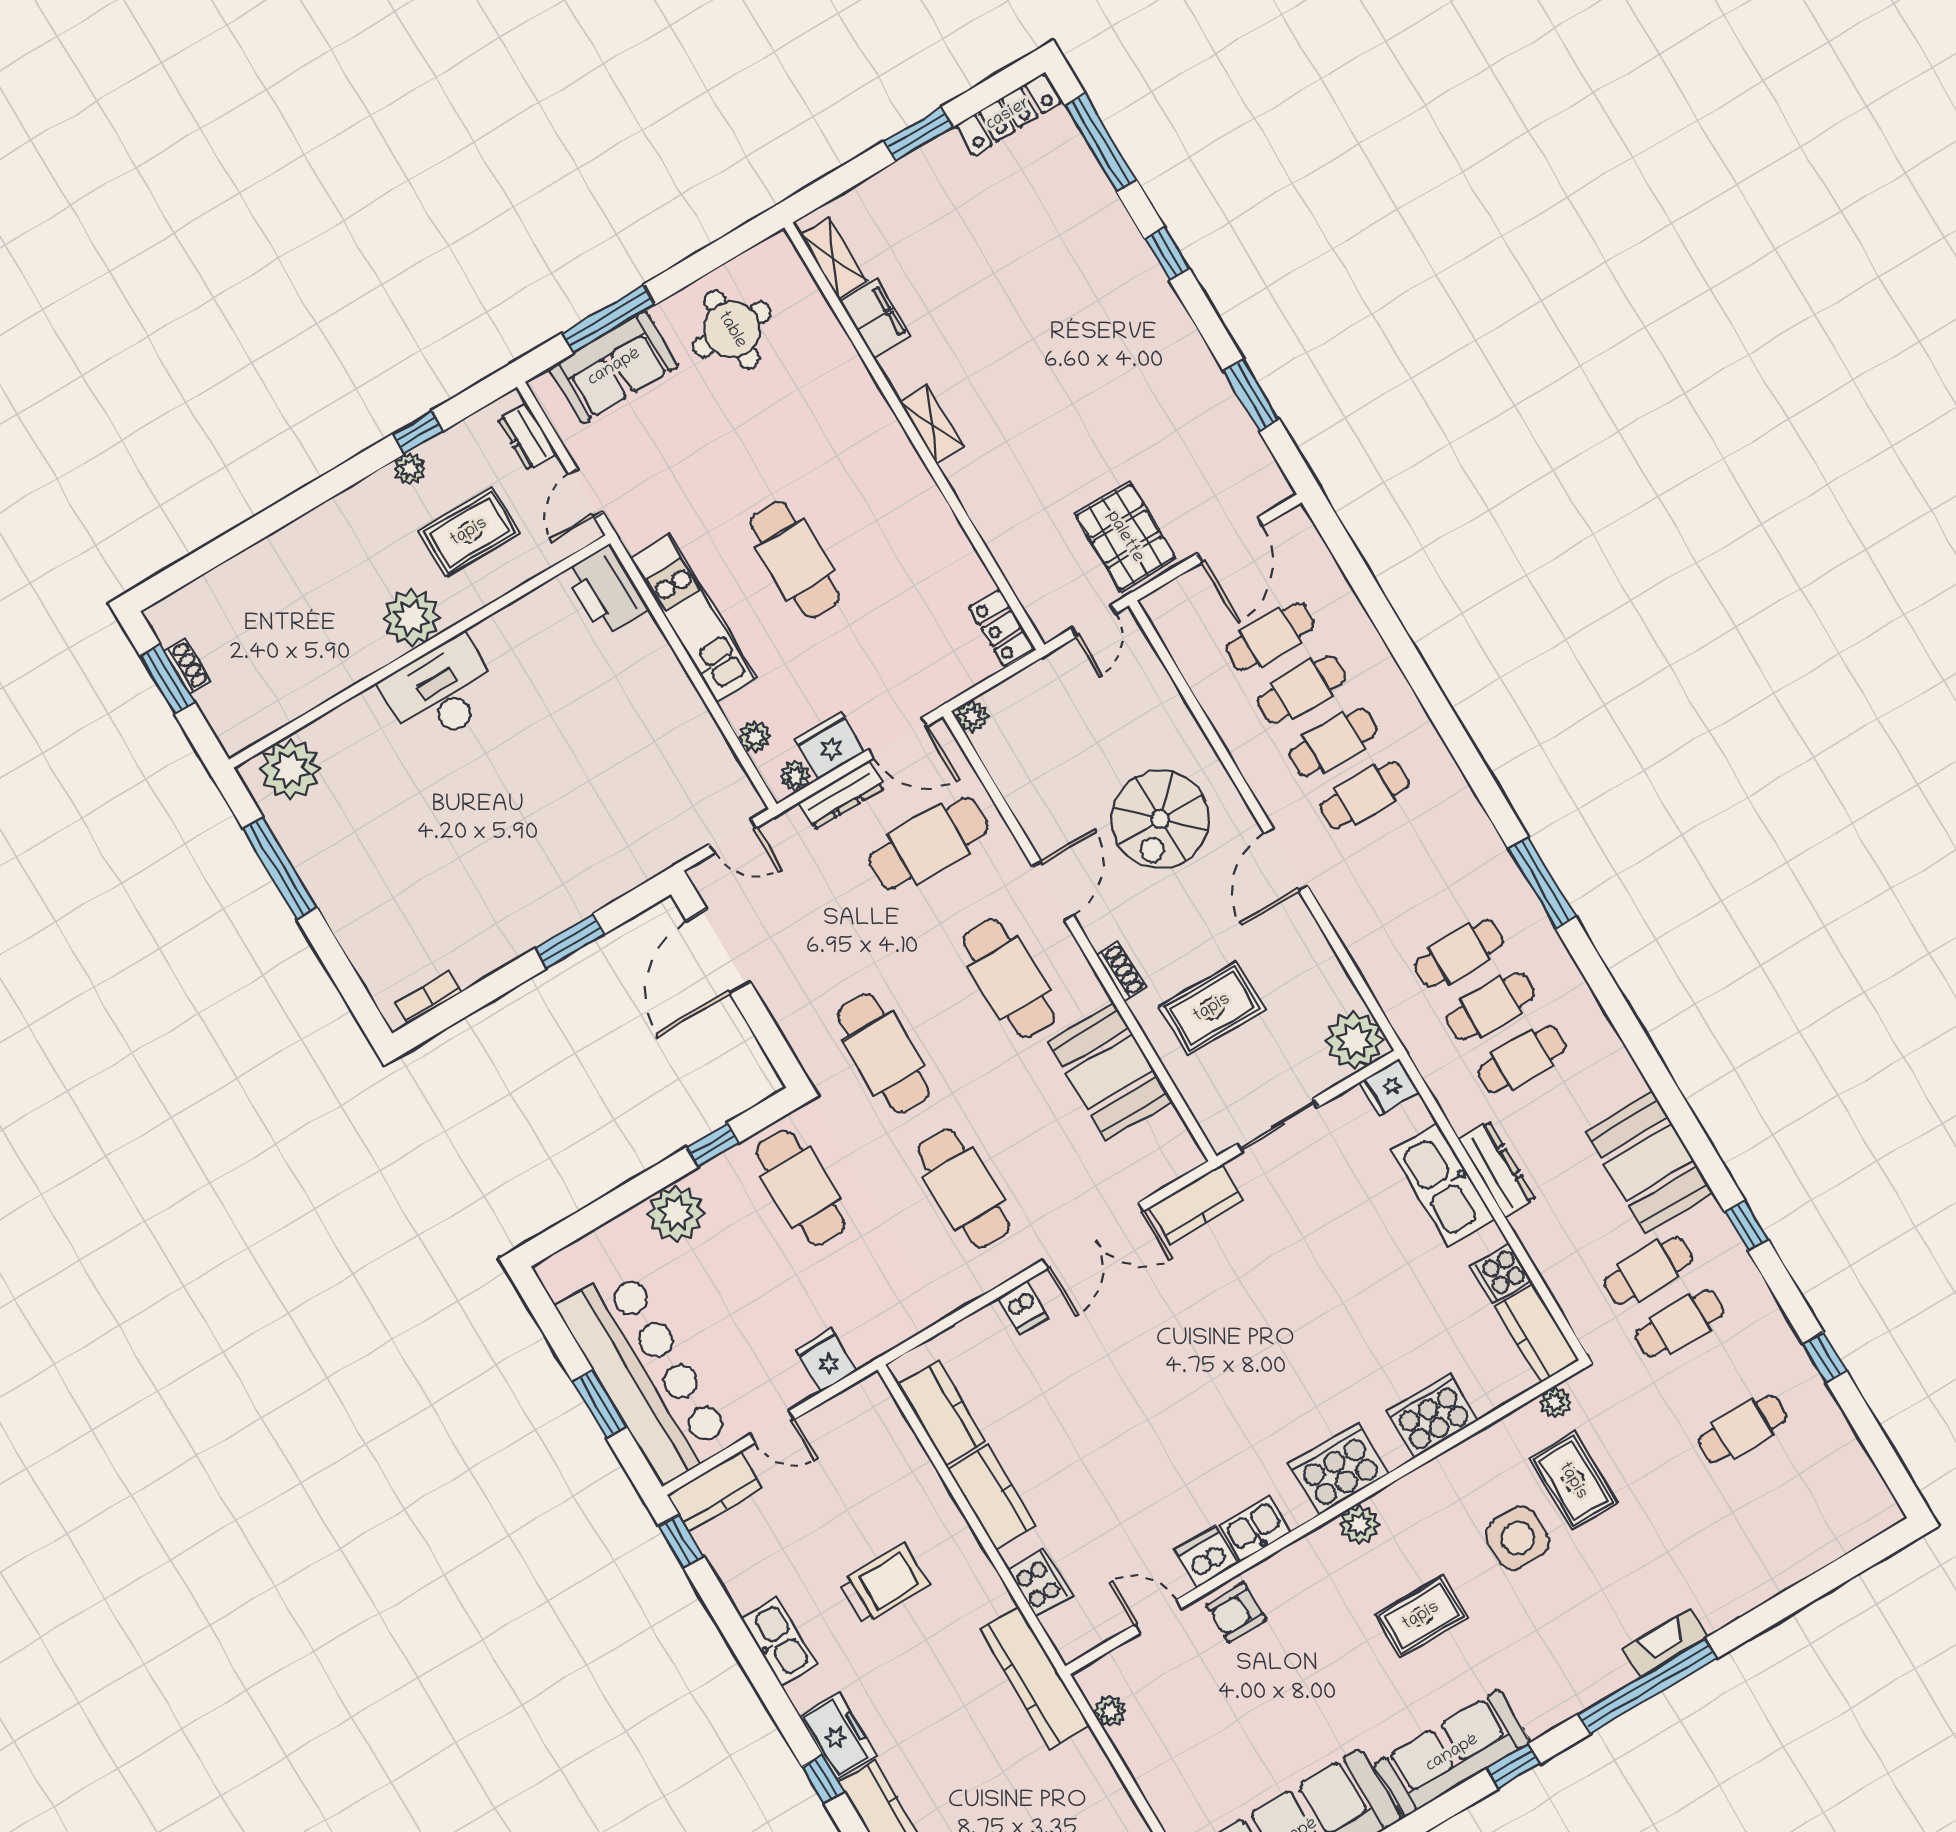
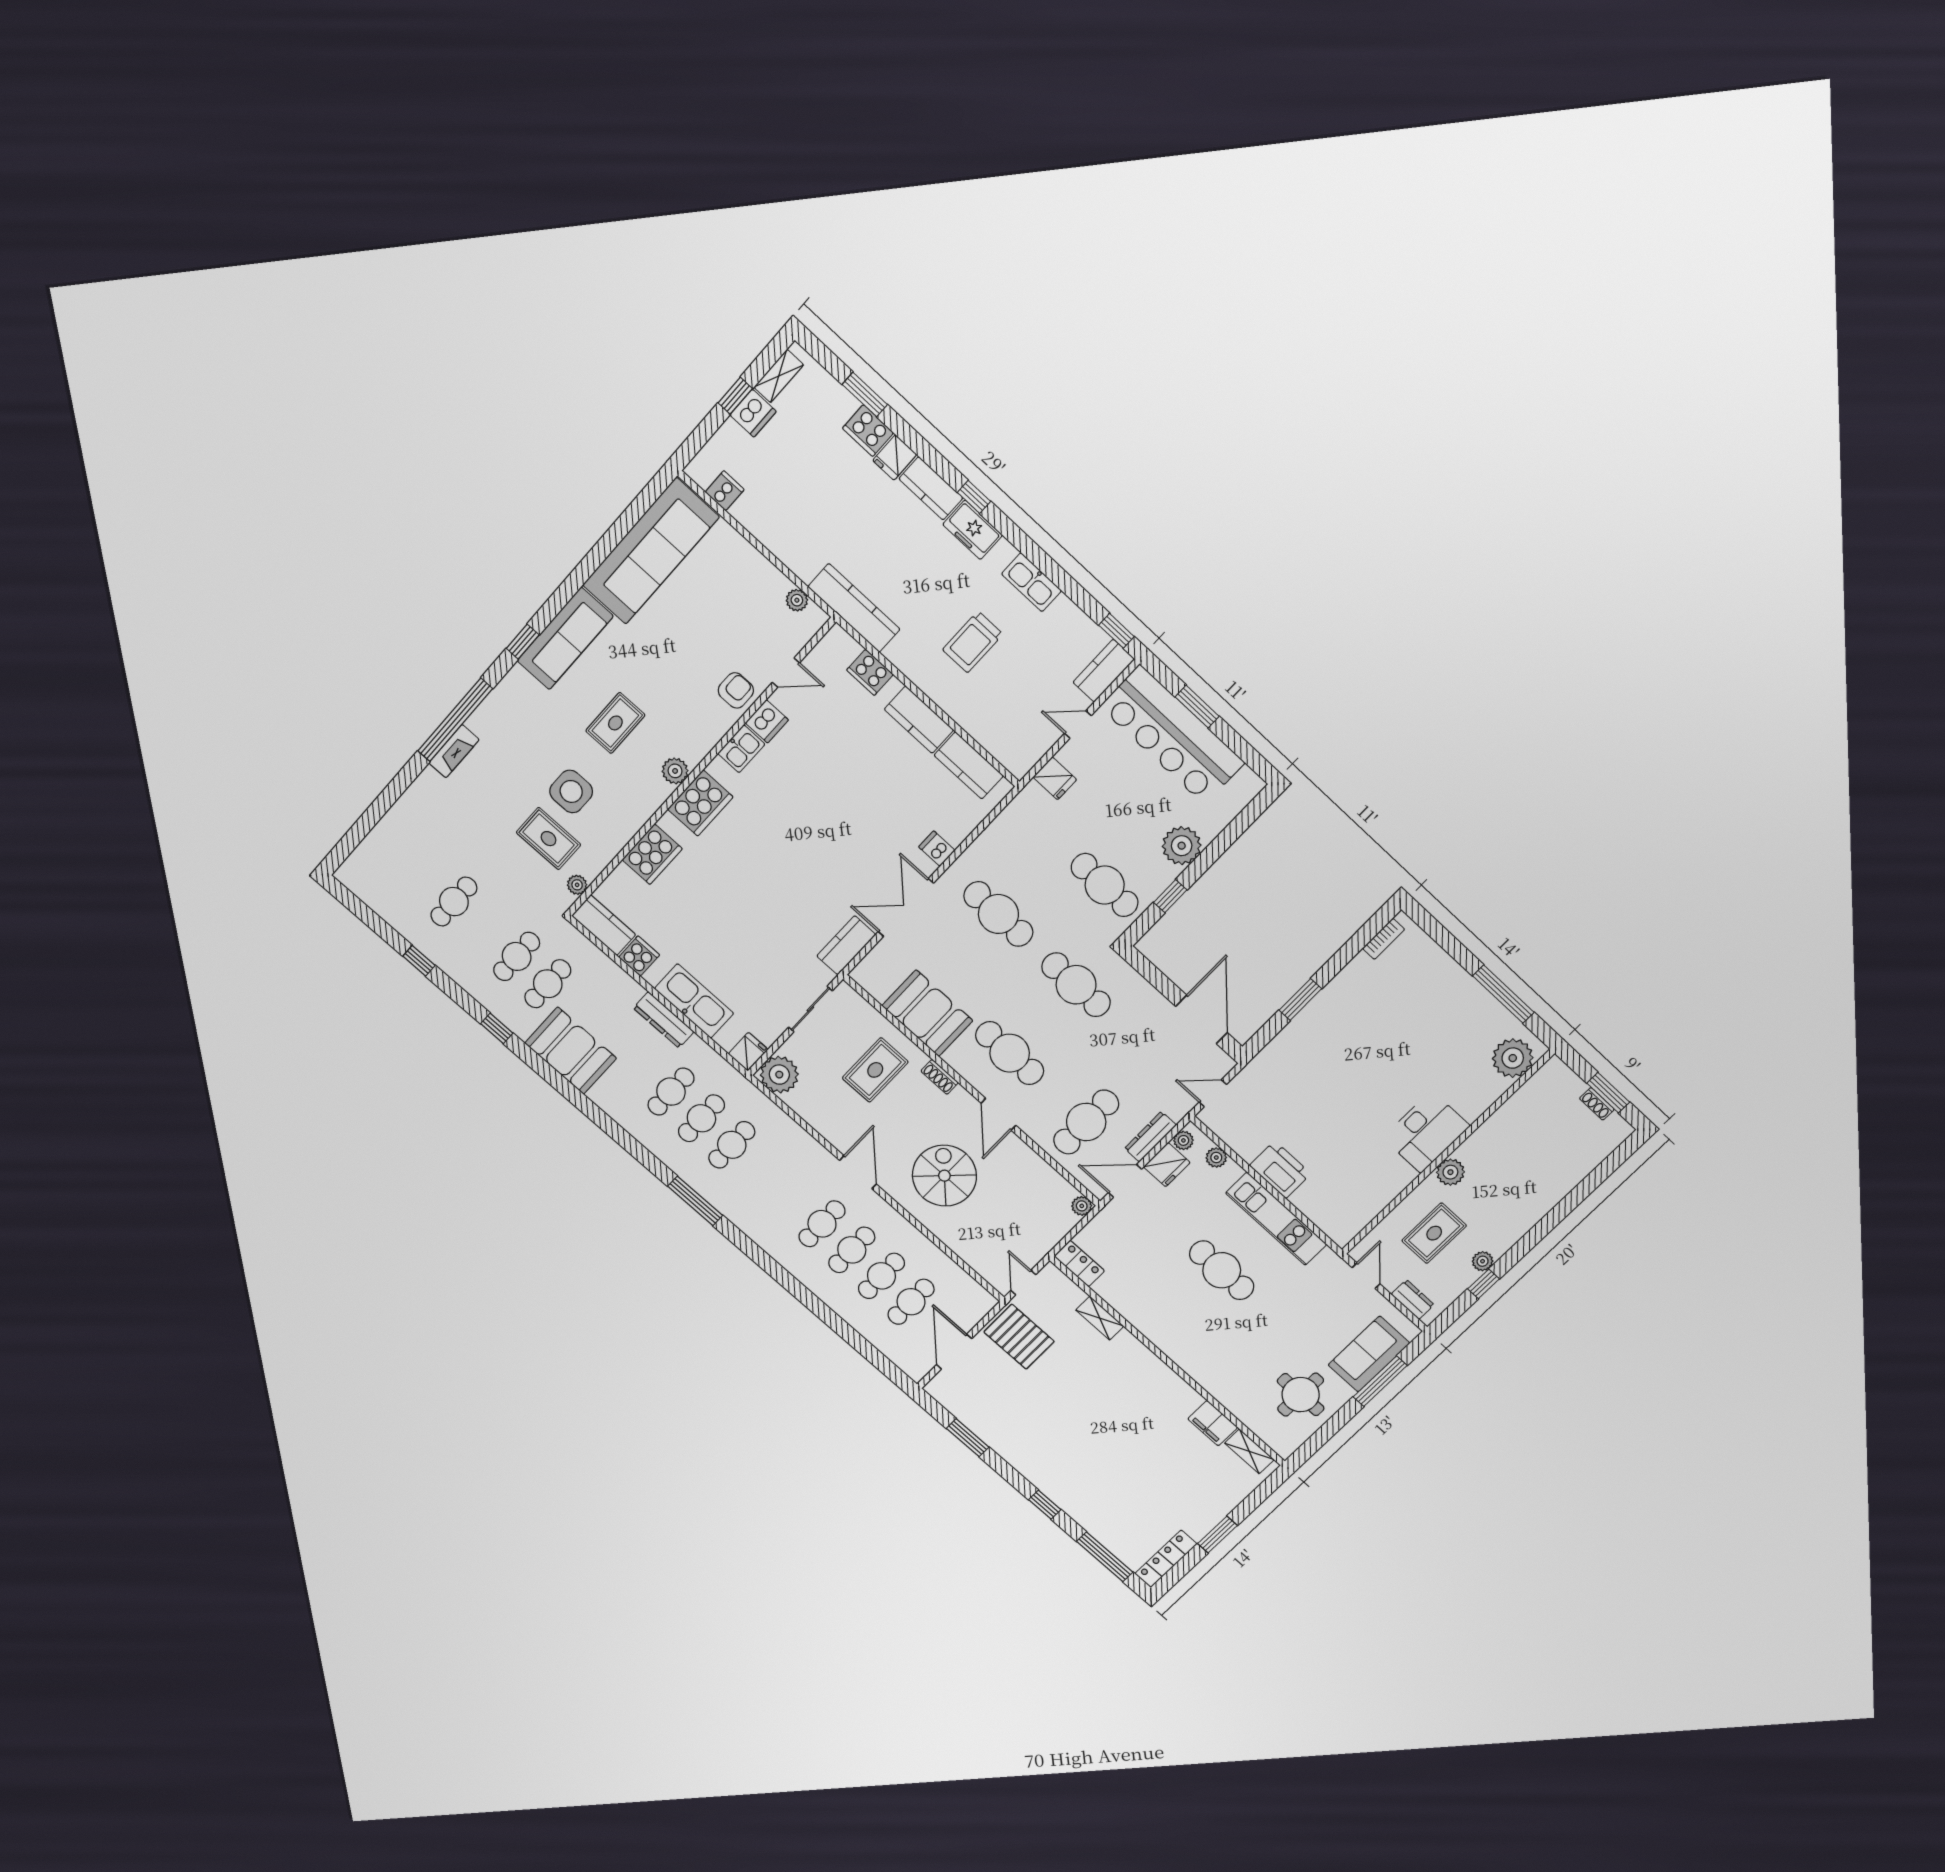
shelving: (931, 424) -> (1100, 1318), moved
printer: (606, 590) -> (1280, 1170), moved
plant: (412, 618) -> (1450, 1172), width x0.73, depth x0.73

